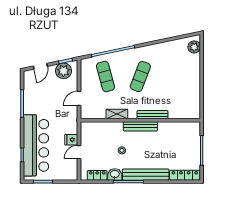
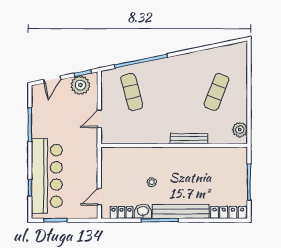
plant: (194, 47) -> (240, 130), moved
exercise mat: (140, 76) -> (217, 92), moved
shelving: (117, 114) -> (146, 138), removed
bench: (140, 126) -> (174, 153), removed
fridge: (71, 140) -> (90, 169), removed
door: (79, 152) -> (99, 197), moved

